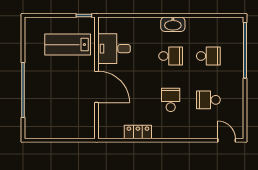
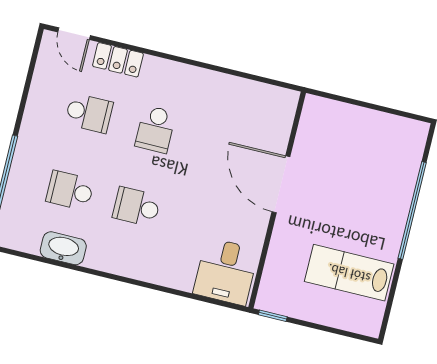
washbasin: (173, 24) -> (63, 248), moved
lab bench: (68, 45) -> (349, 273), moved, turned 180
desk: (114, 49) -> (226, 271), moved, turned 90
locker: (138, 132) -> (118, 60), moved

